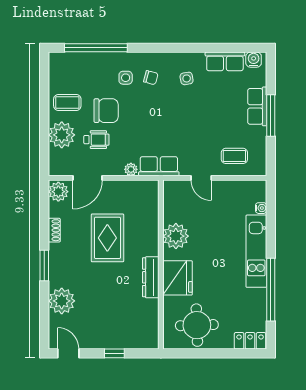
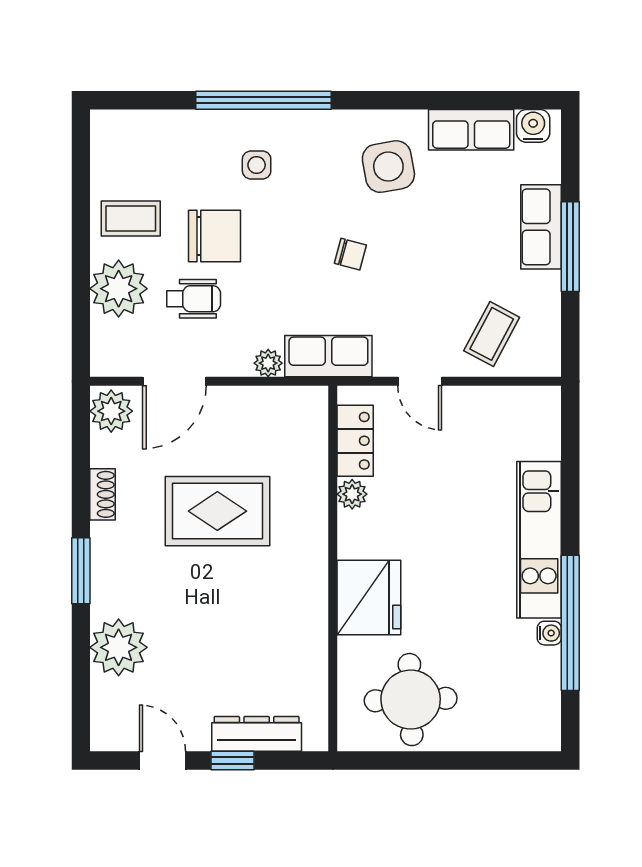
window: (96, 48) -> (264, 100), moved
chair: (151, 78) -> (350, 254), moved
side table: (187, 78) -> (388, 167), width x1.87, depth x1.87
coffee table: (234, 156) -> (492, 334), turned -62
water cooler: (261, 208) -> (549, 633), moved
plant: (176, 236) -> (352, 494), width x0.53, depth x0.53
rug: (107, 238) -> (217, 511), turned 90
dresser: (151, 277) -> (257, 734), moved, turned 90
locker: (250, 341) -> (355, 441), moved, turned 90
door: (68, 353) -> (163, 761), moved

